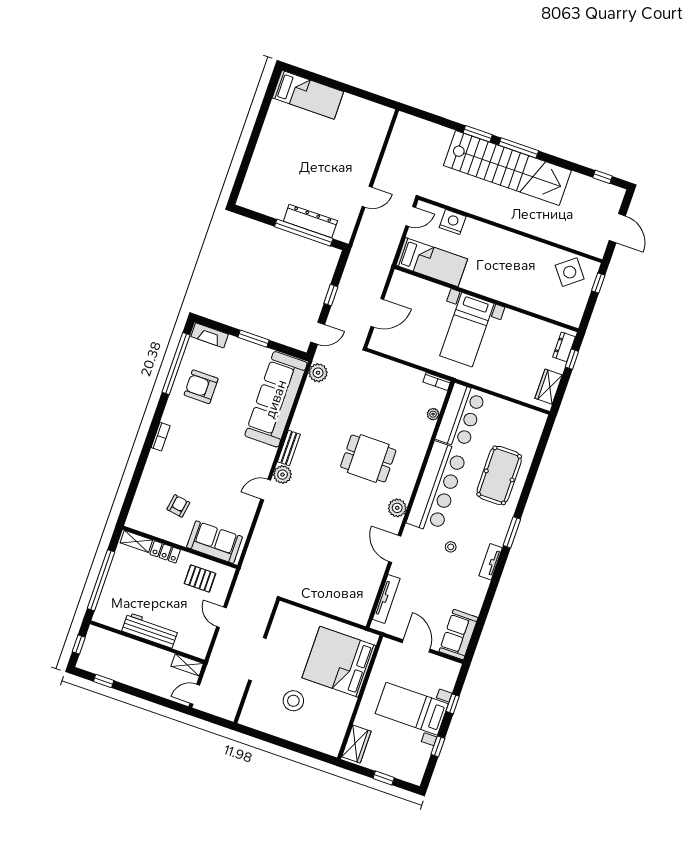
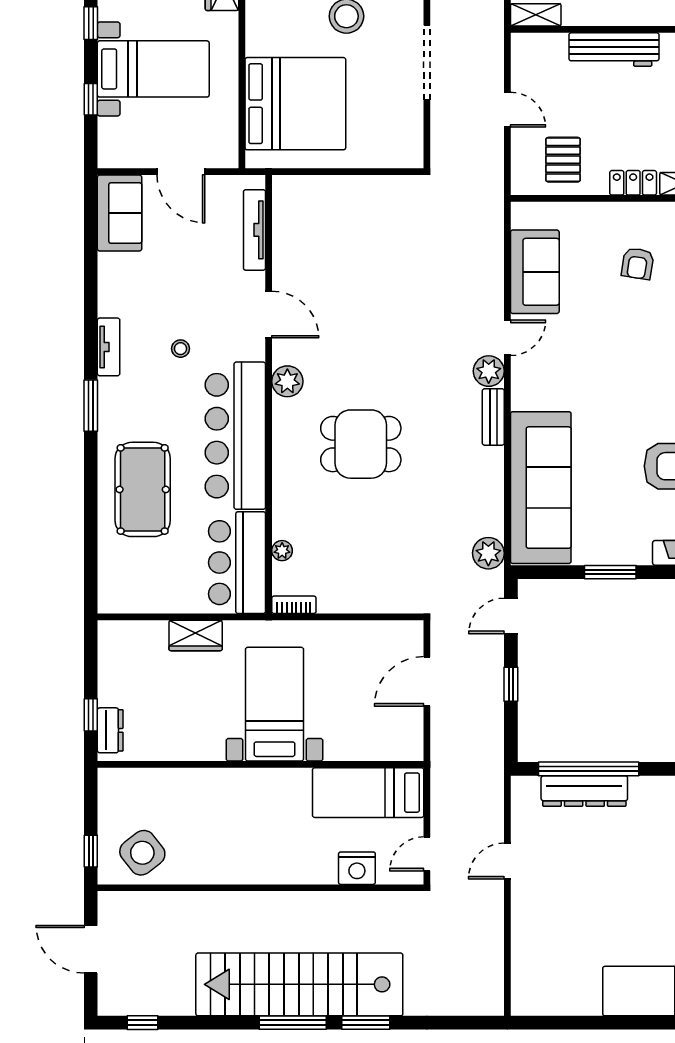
wardrobe: (549, 387) -> (196, 635), moved, turned 90
sofa: (215, 542) -> (535, 272), moved, turned -90
pallet: (200, 578) -> (563, 160), turned 90

